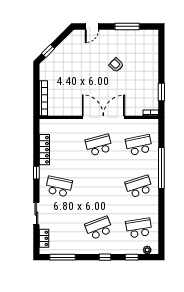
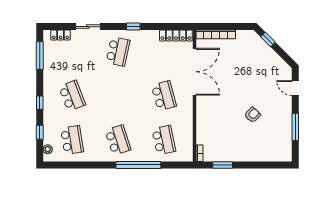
double door: (103, 117) -> (194, 72), moved
locker: (44, 150) -> (176, 35), moved

